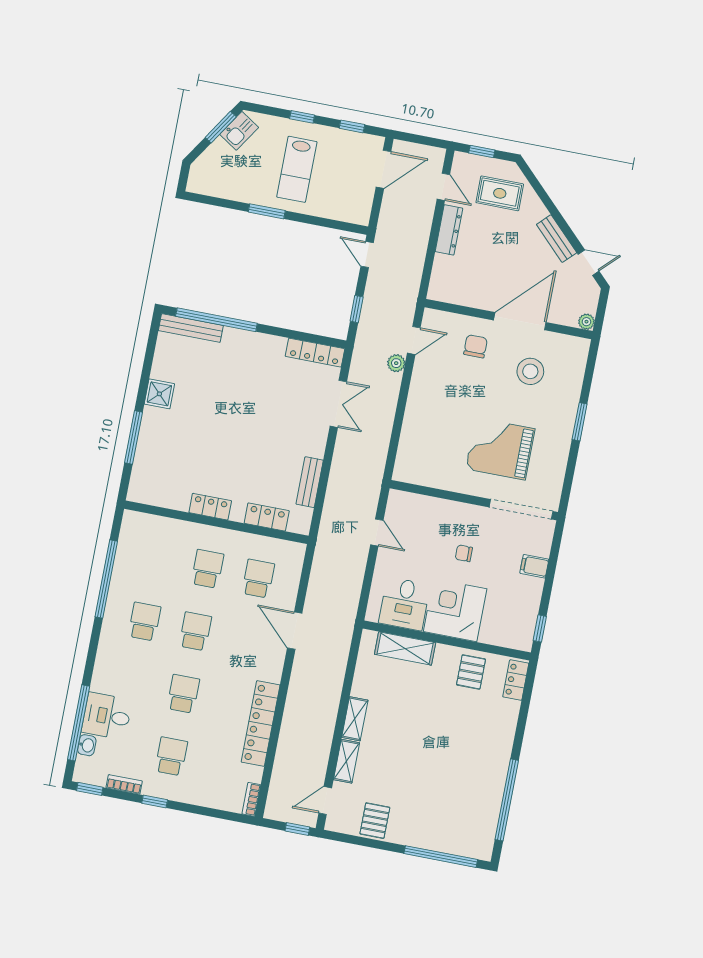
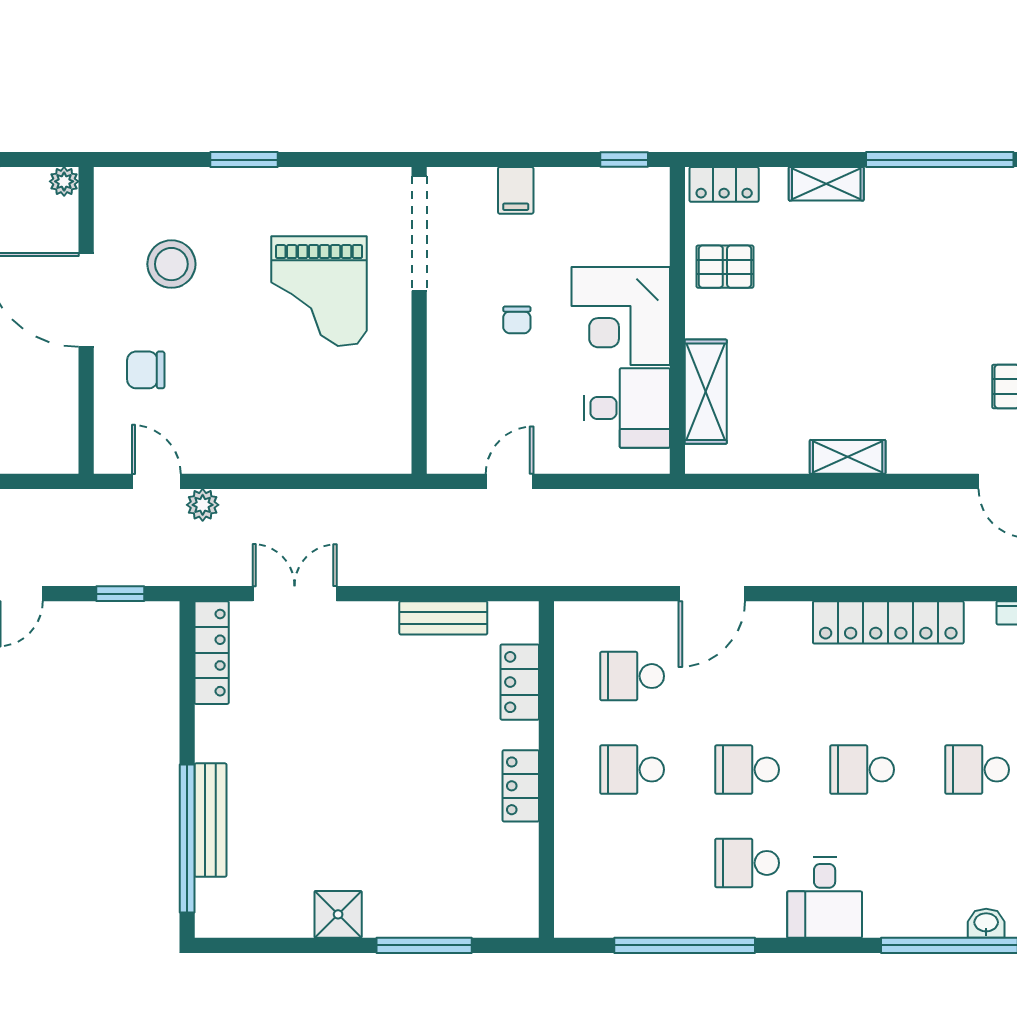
bench: (191, 328) -> (210, 820), moved
desk: (107, 716) -> (825, 898), moved
shelving: (346, 761) -> (826, 184), moved

